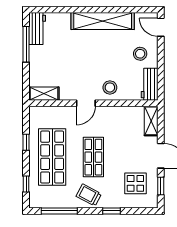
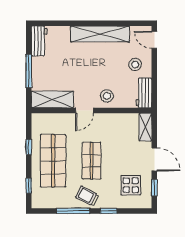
window: (26, 44) -> (29, 71), moved
shelving: (44, 94) -> (52, 99), width x1.50, depth x1.33
window: (59, 211) -> (73, 211), moved

